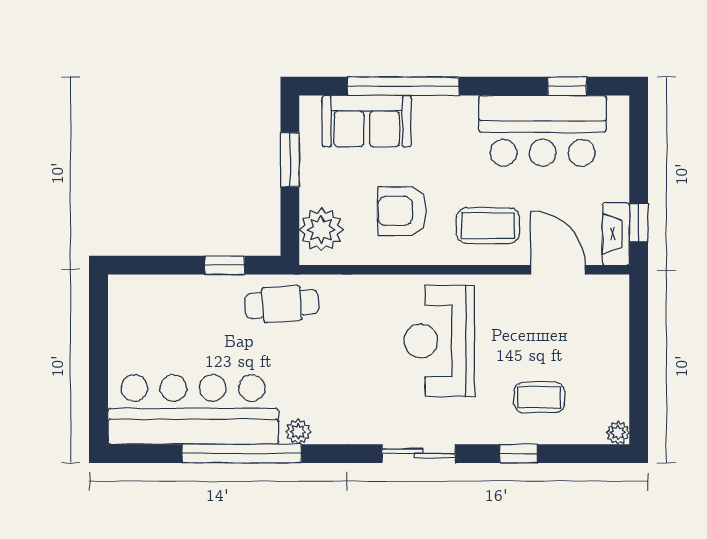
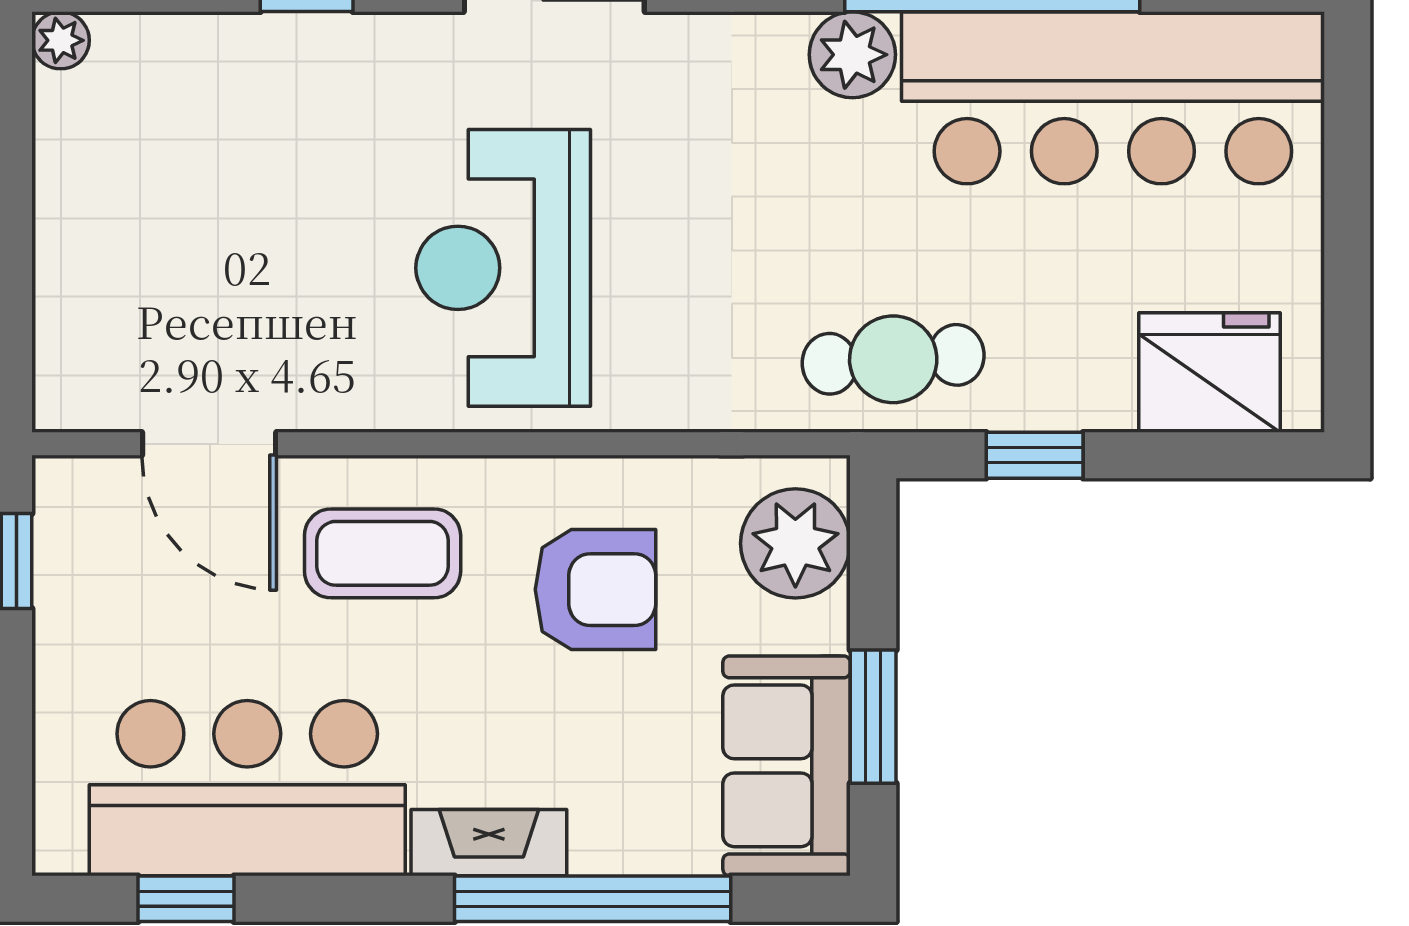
sofa: (367, 121) -> (787, 766), moved, turned -90
fireplace: (616, 234) -> (489, 843), moved, turned -90
fridge: (154, 299) -> (1209, 372), added
reception desk: (439, 341) -> (503, 268), turned 180
coffee table: (539, 397) -> (256, 128), removed
plant: (298, 432) -> (852, 55), width x1.38, depth x1.38

